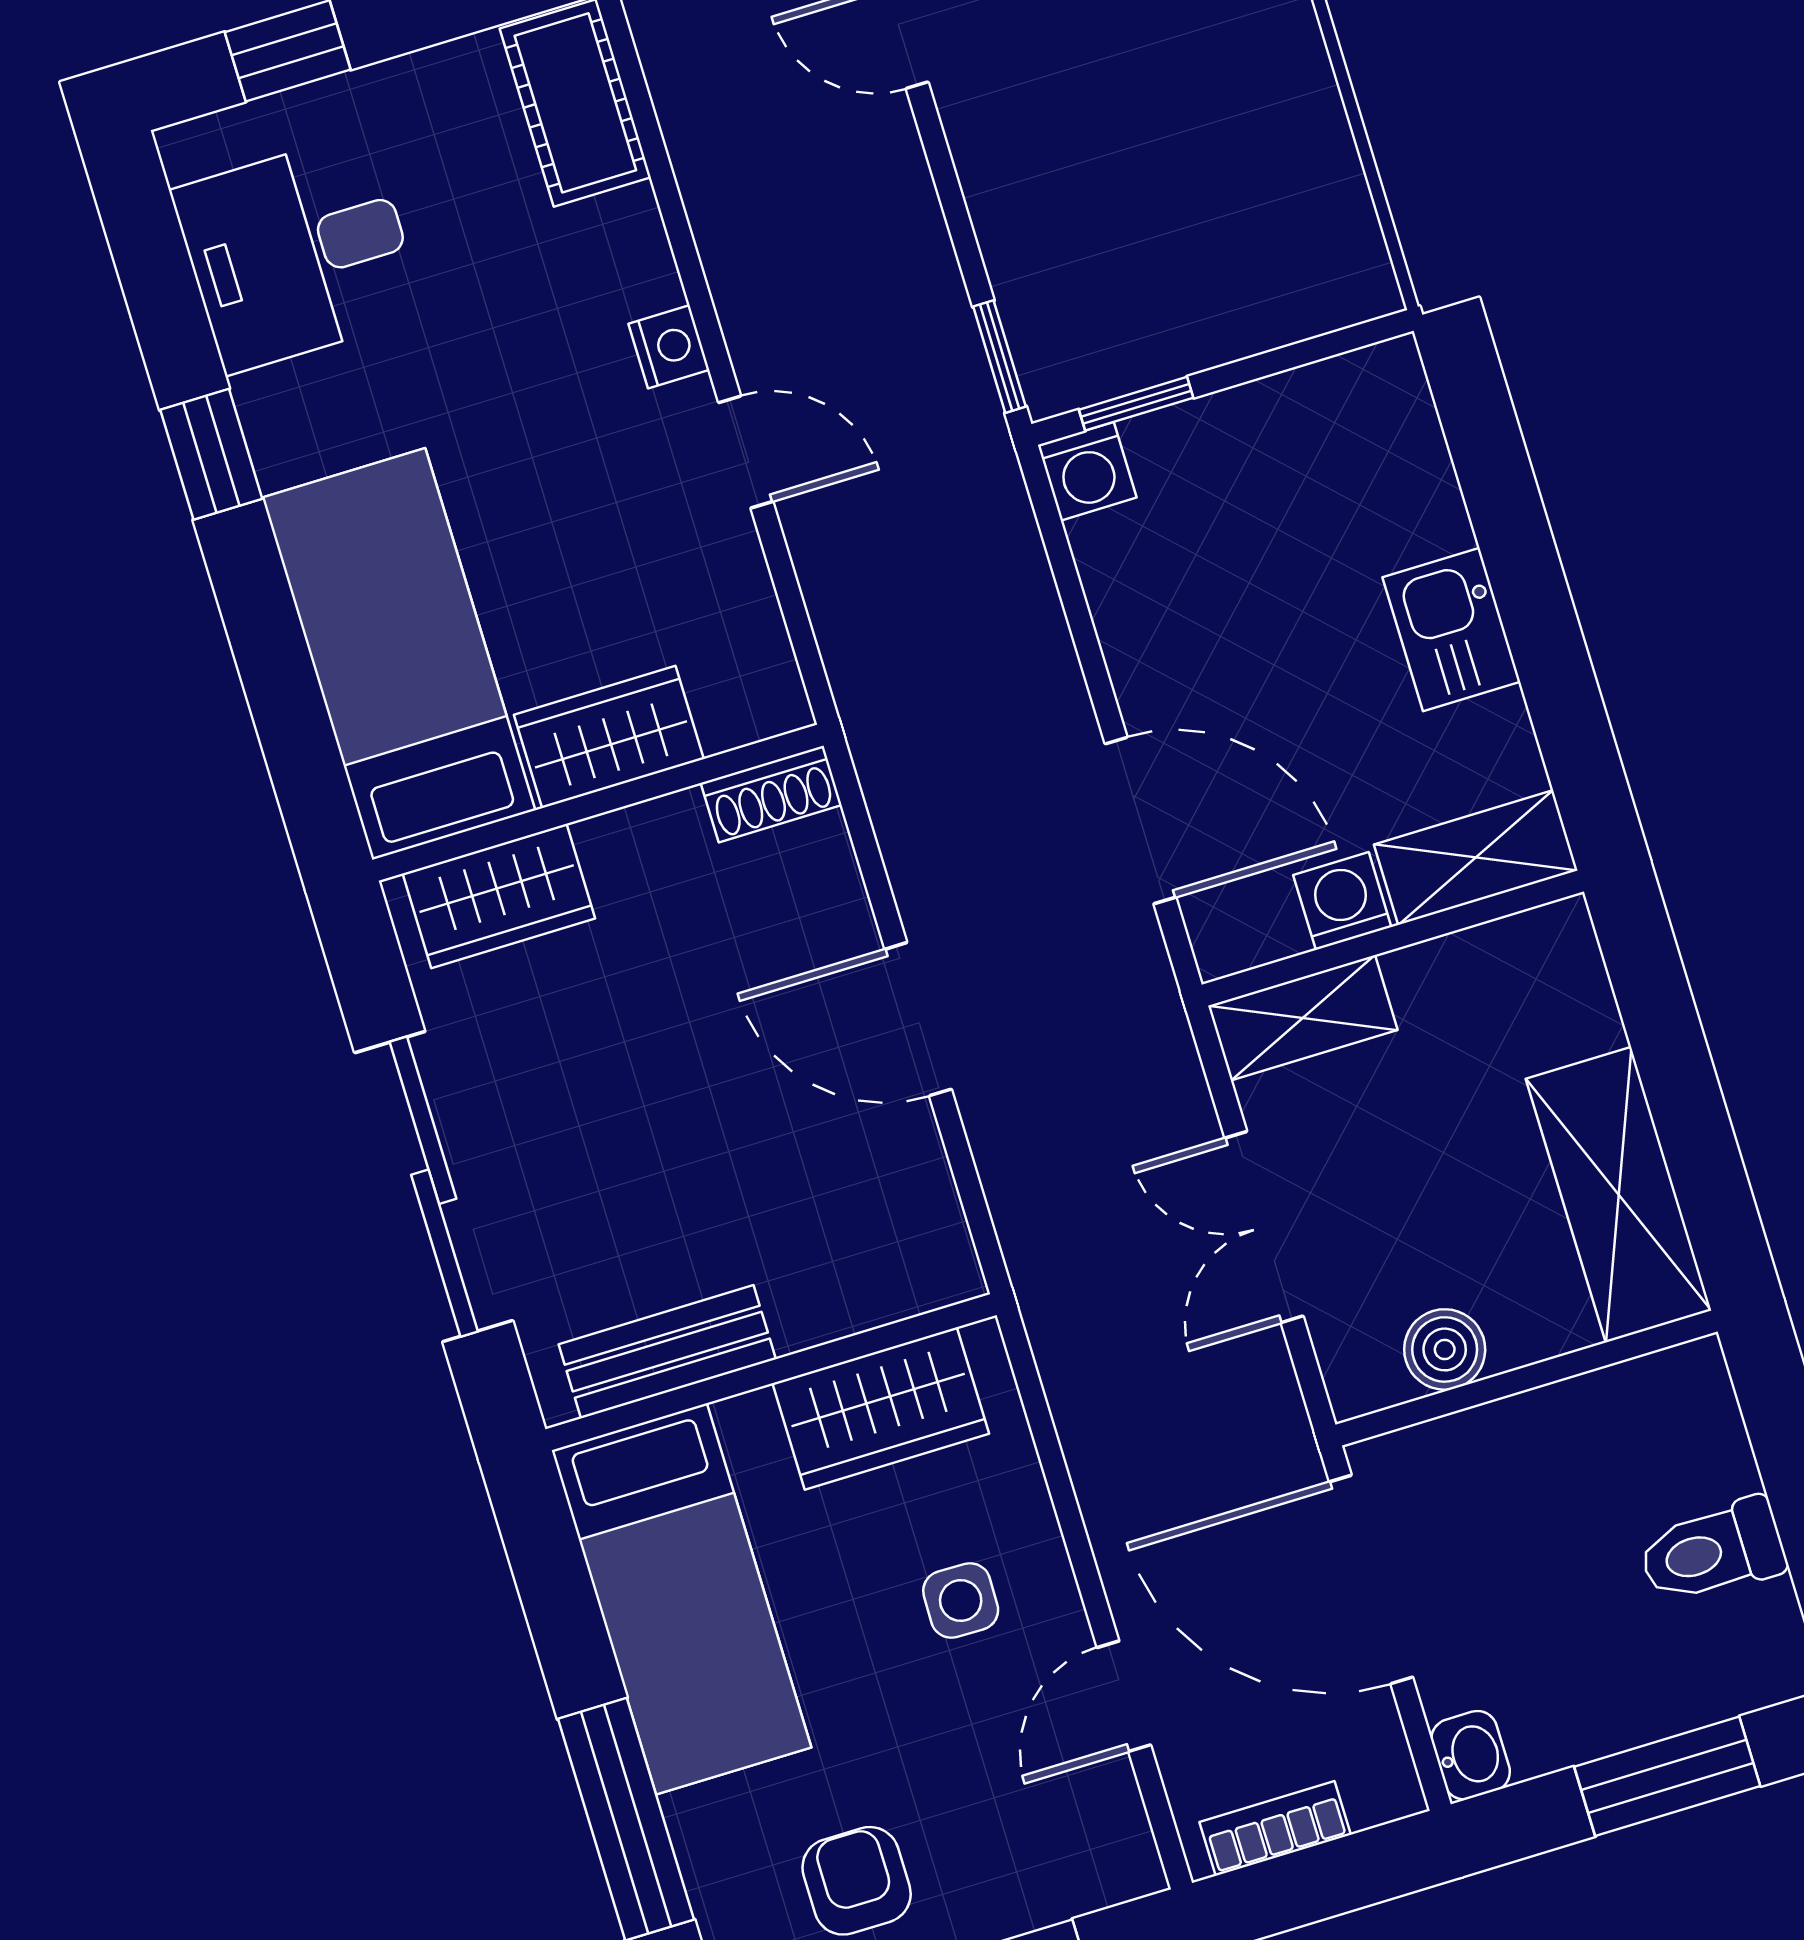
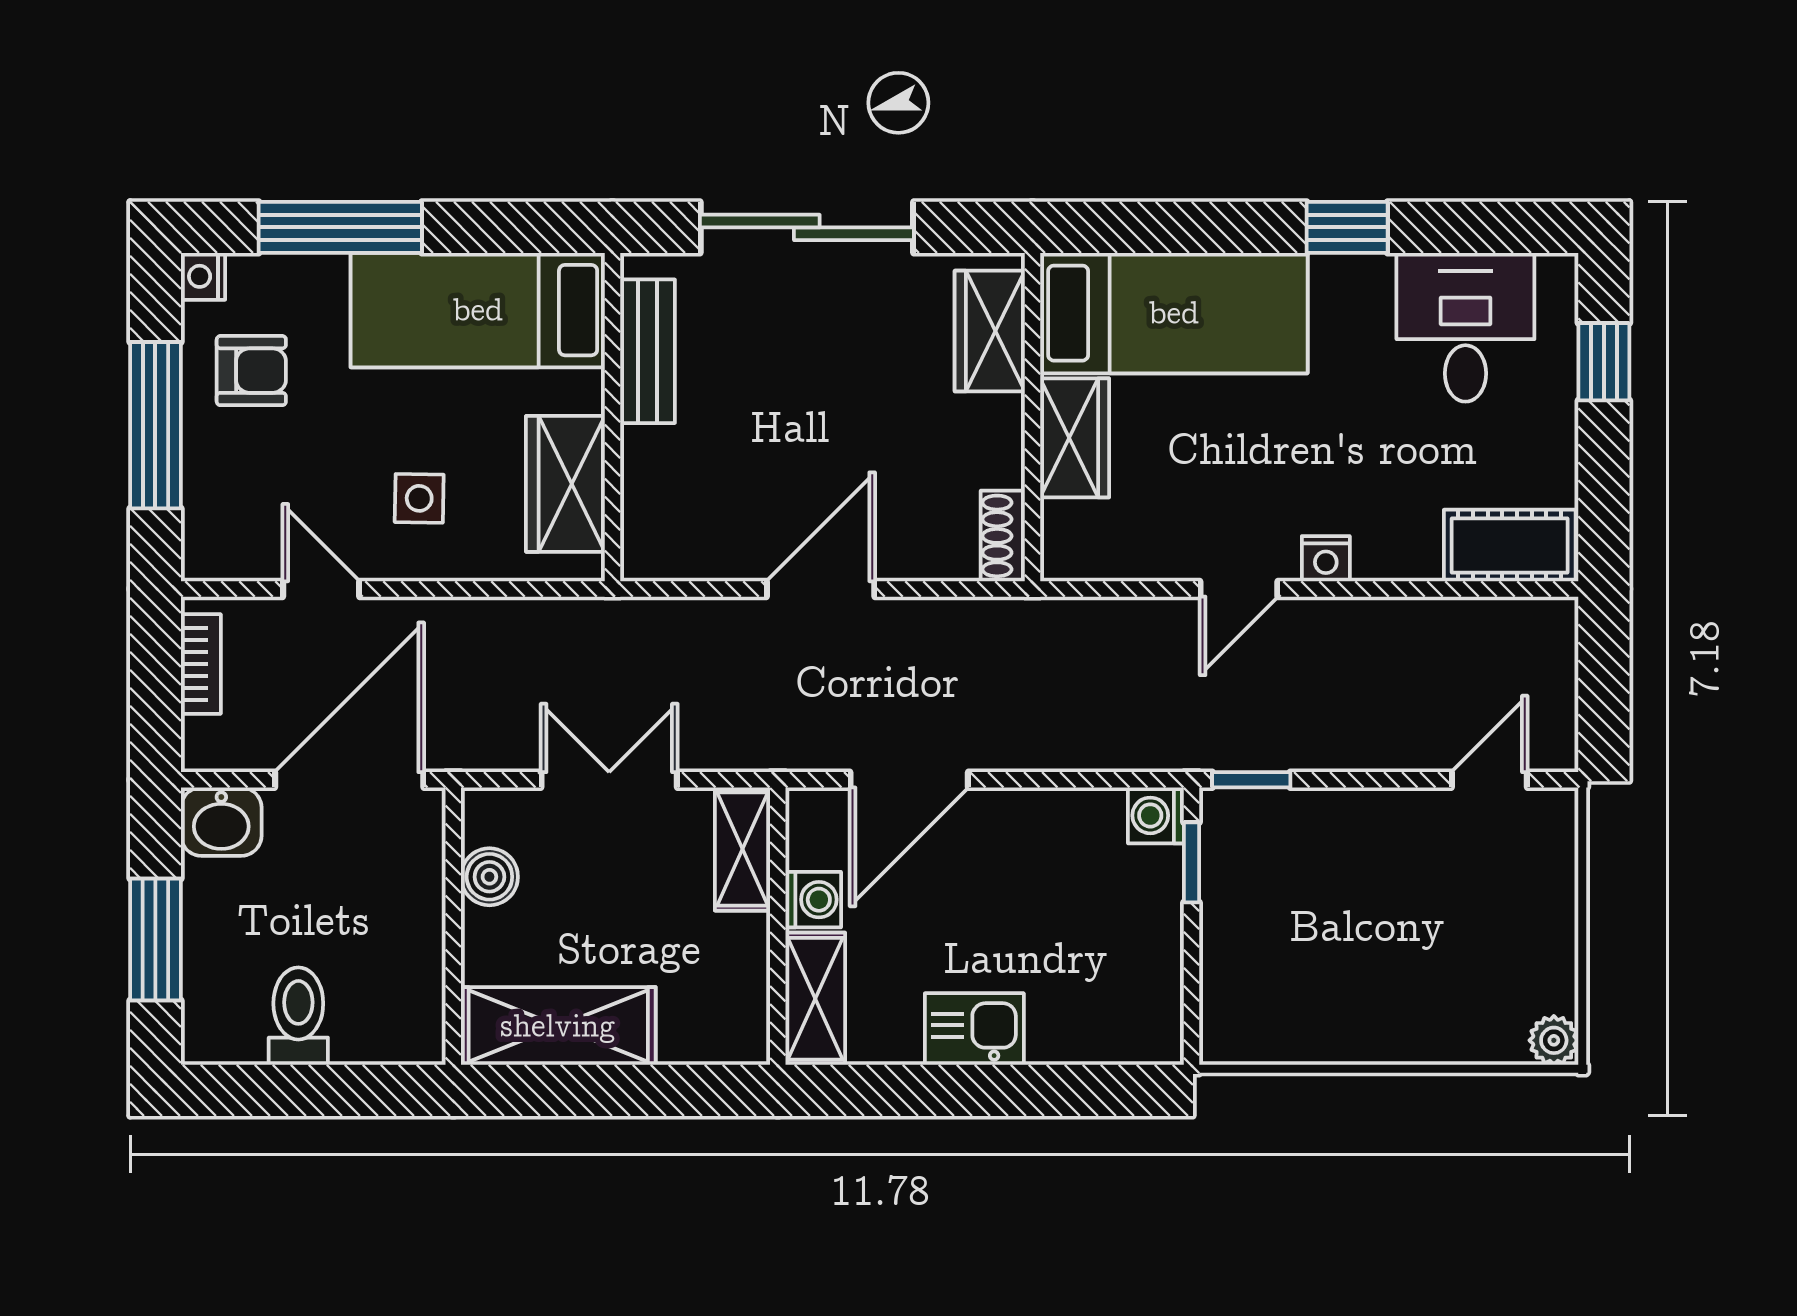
washbasin: (1471, 1755) -> (221, 822), width x1.38, depth x1.45

